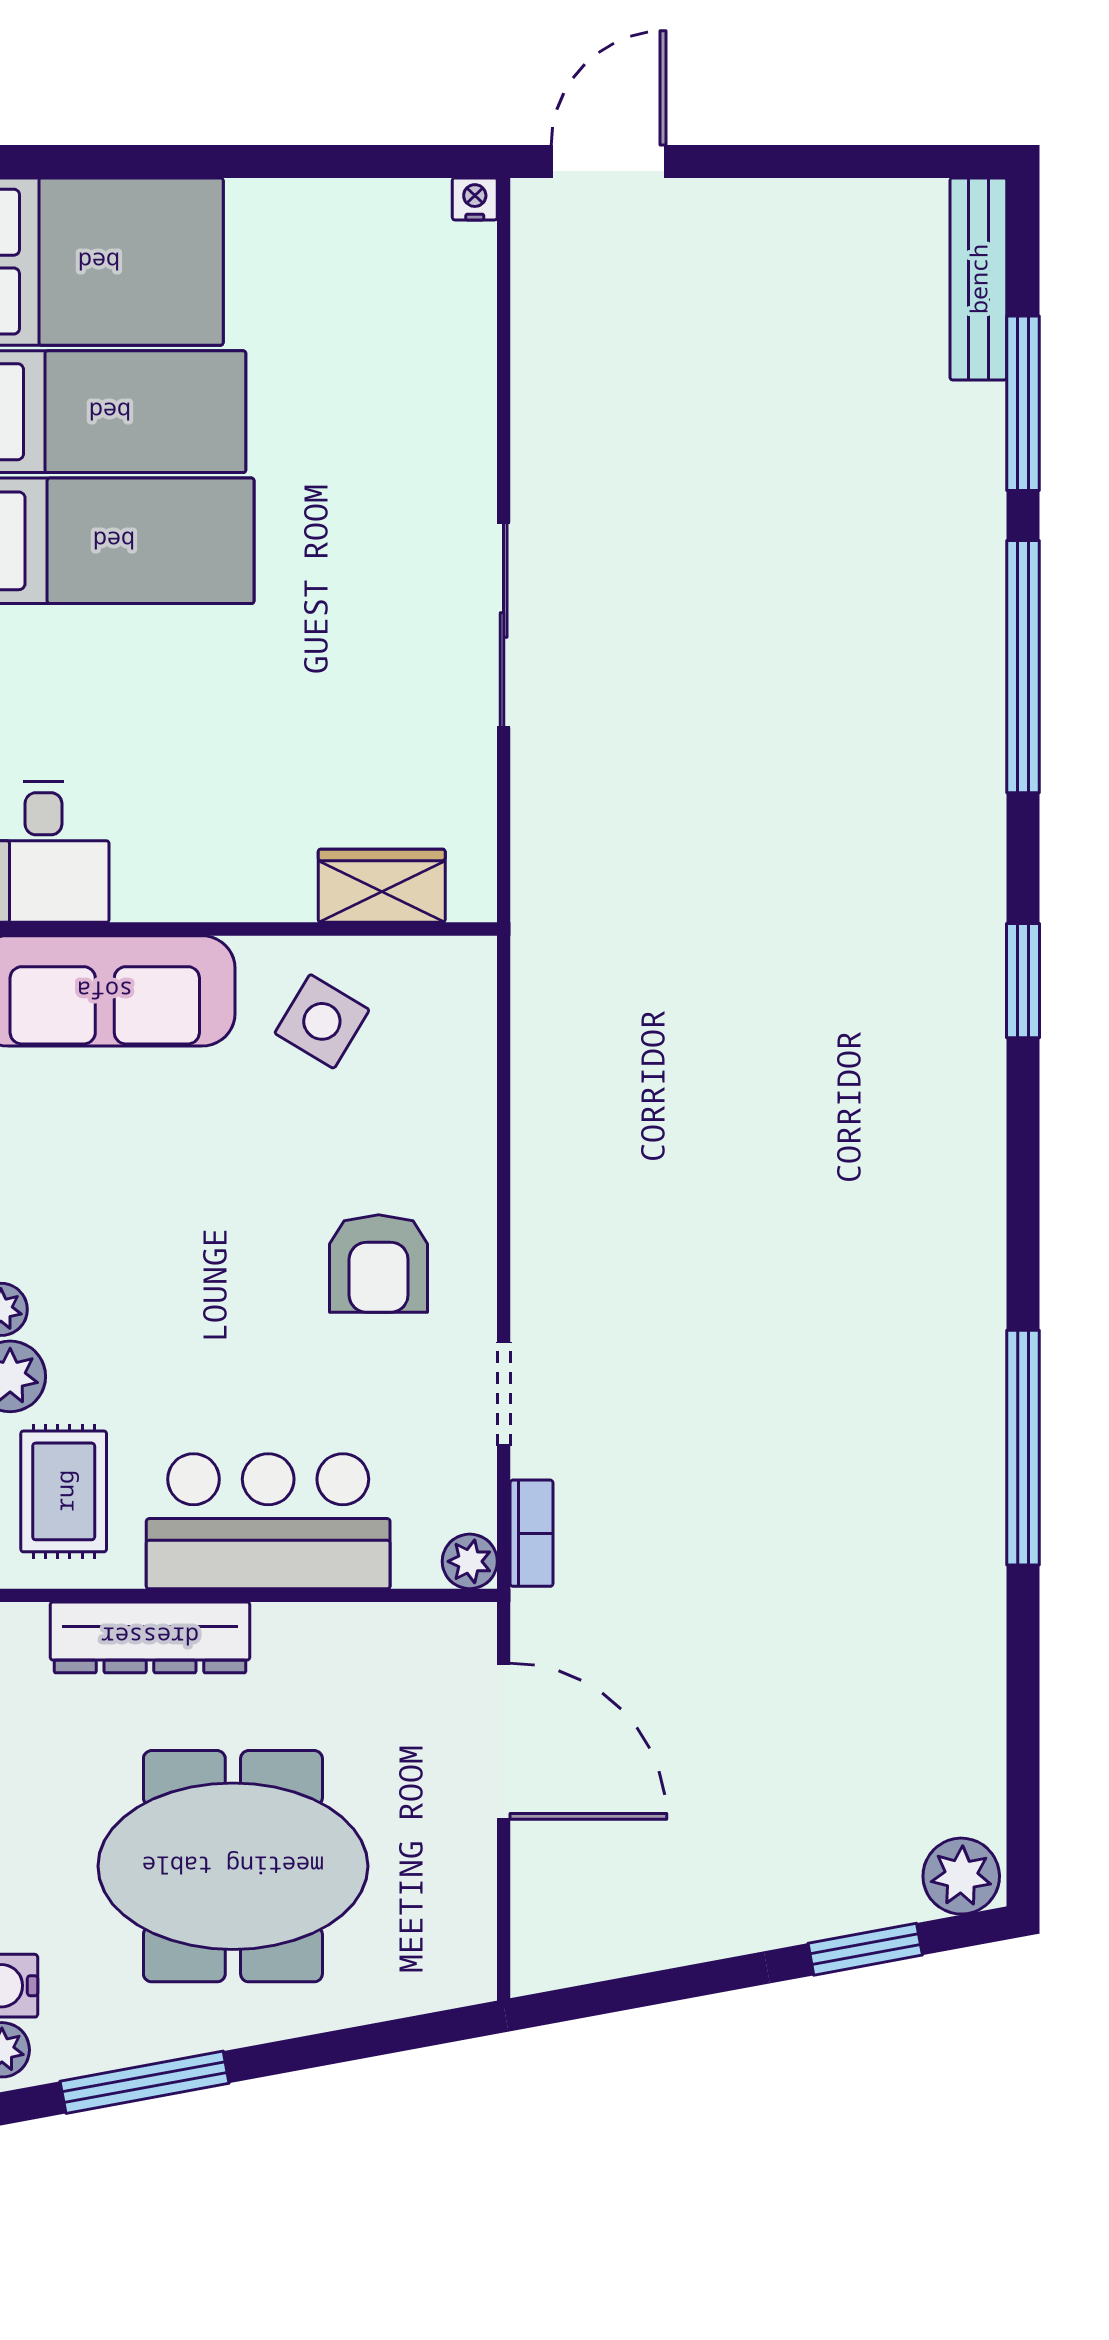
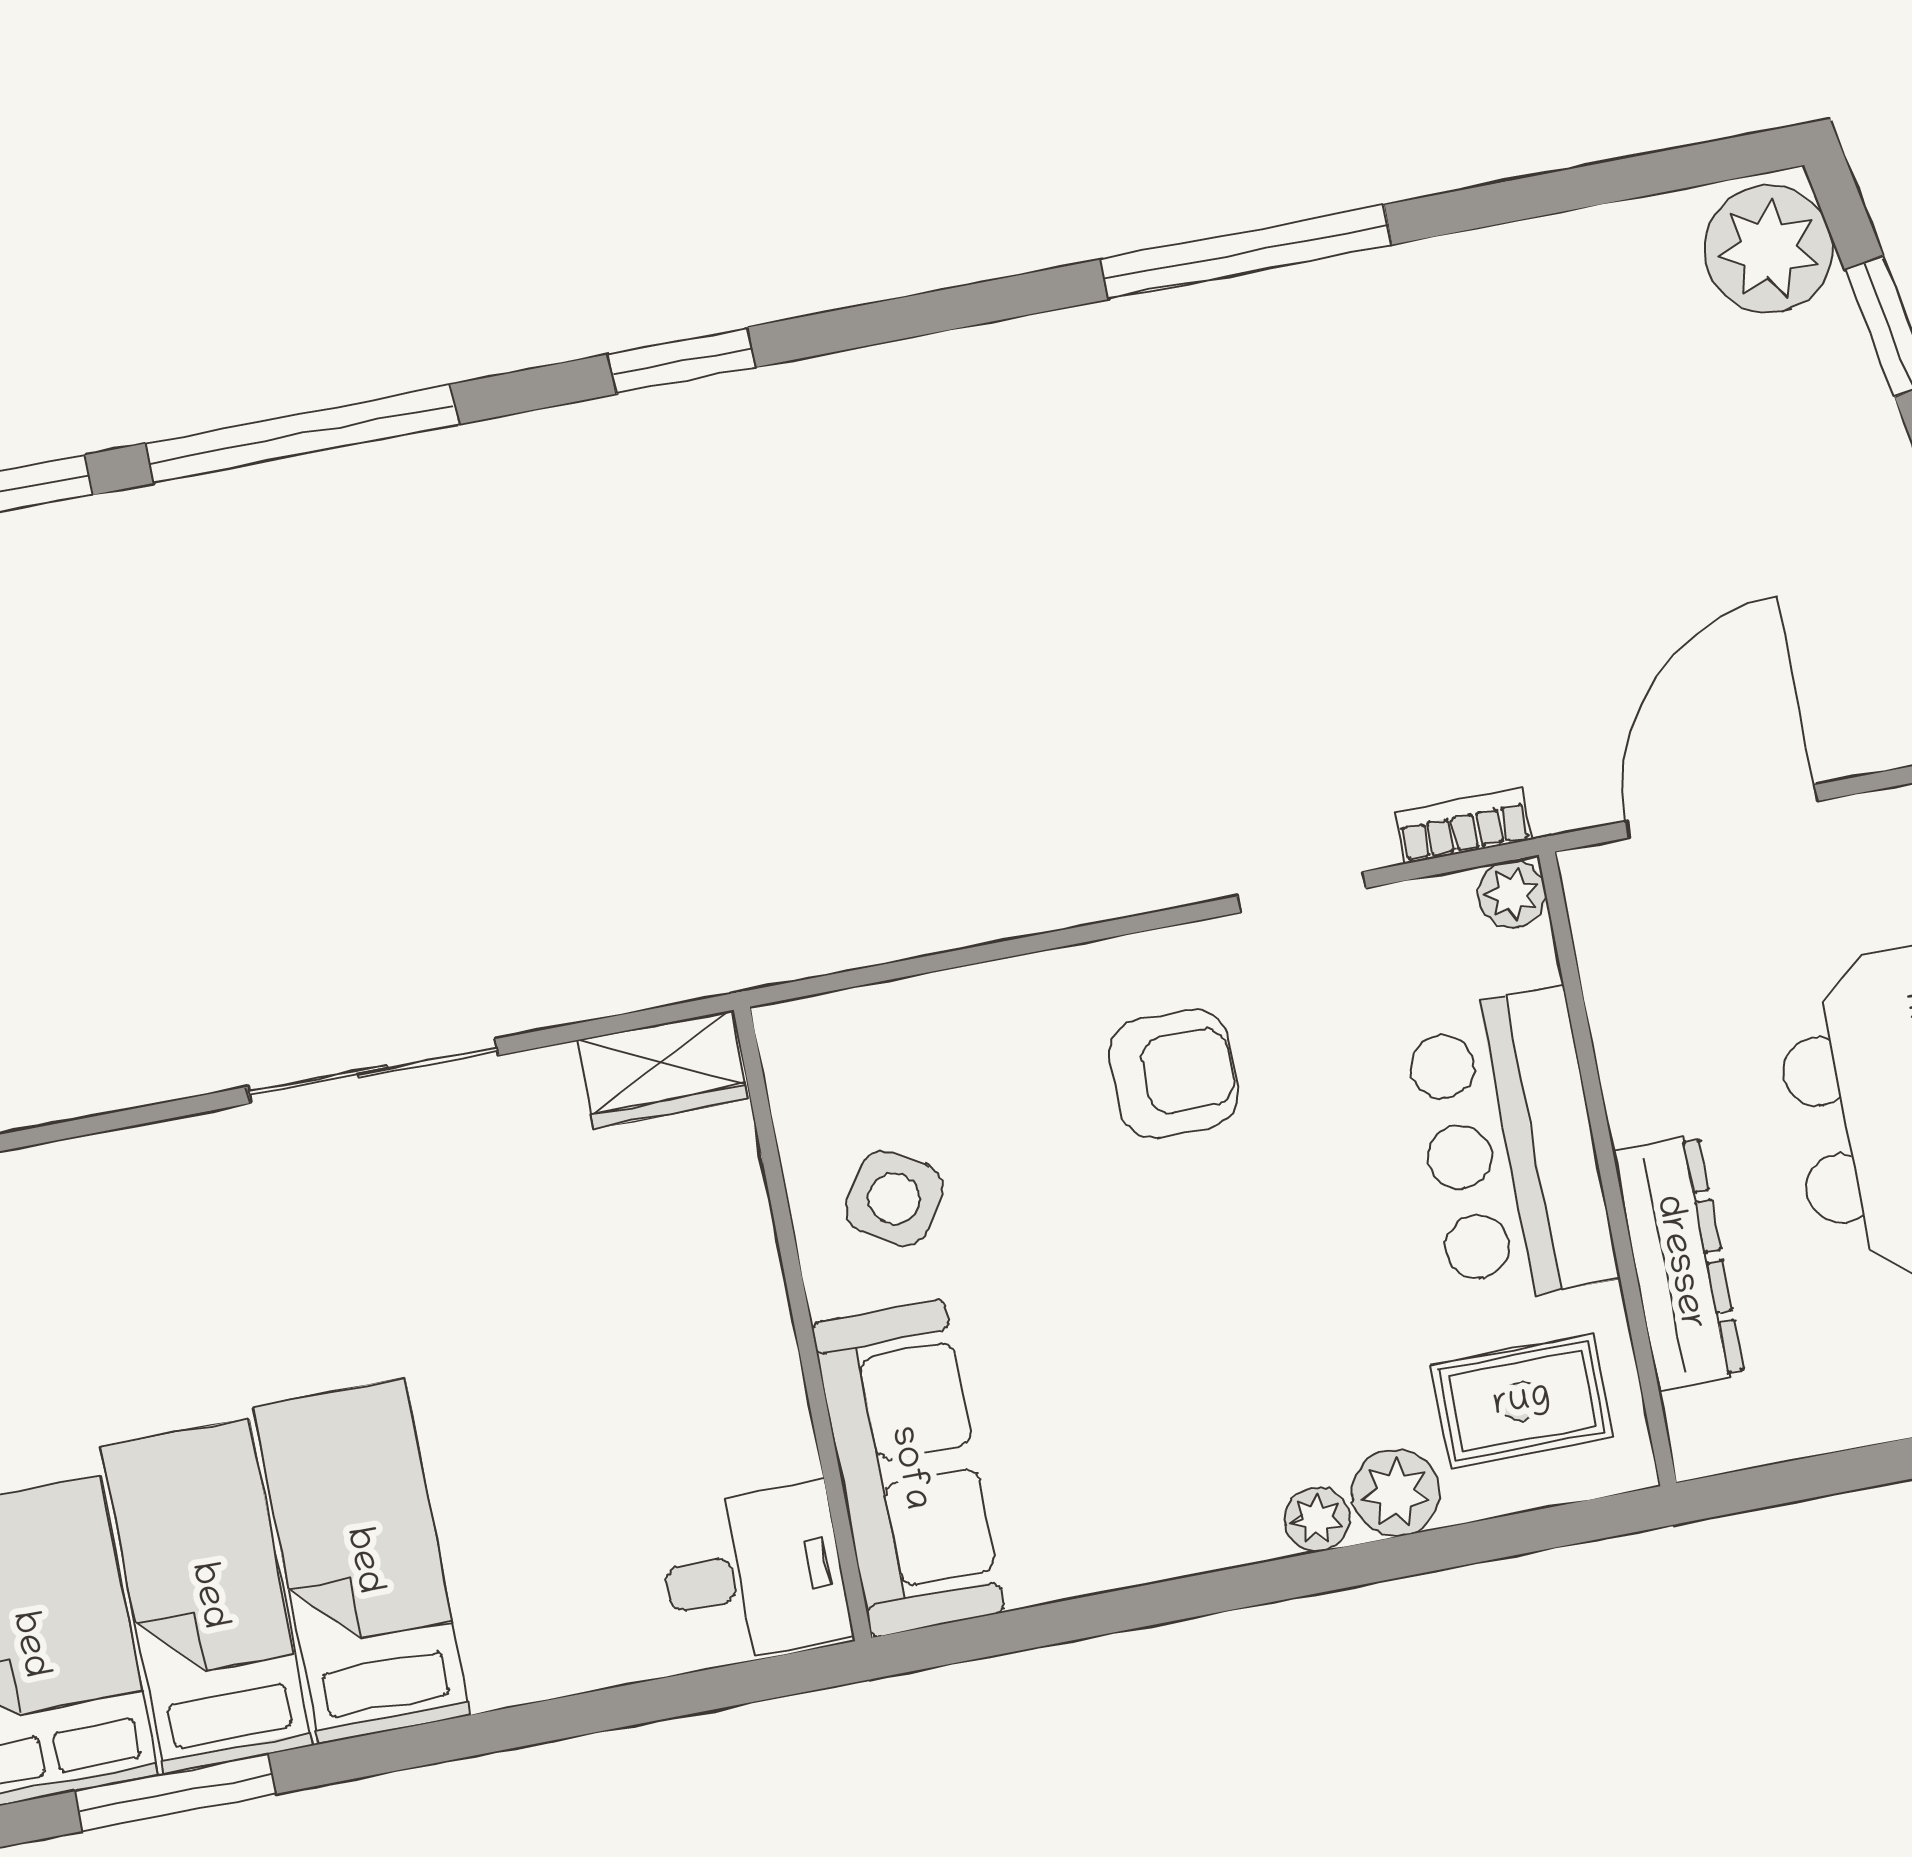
wardrobe: (382, 886) -> (662, 1069), moved, turned -90
plant: (961, 1876) -> (1768, 249), width x1.36, depth x1.36

